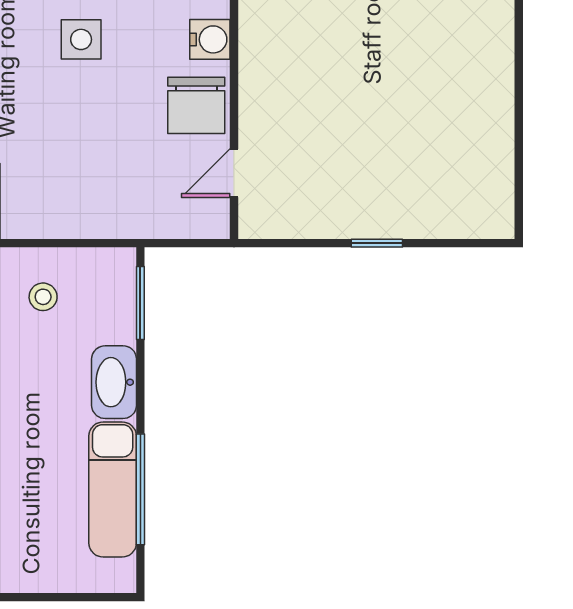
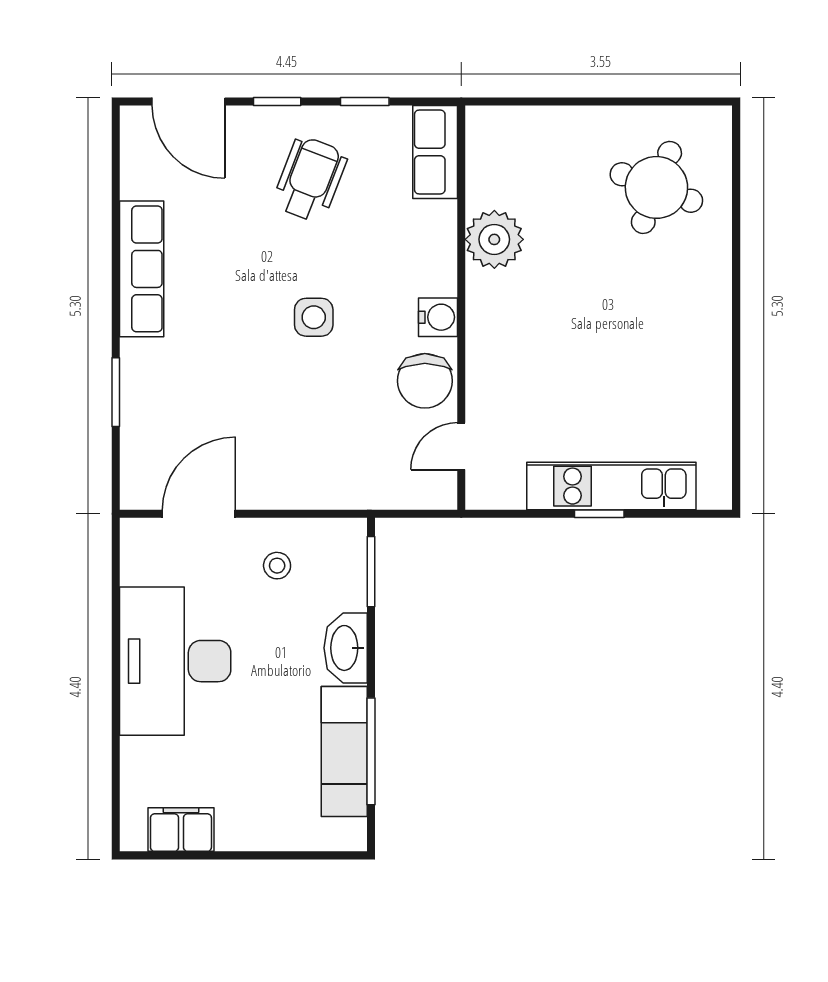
kitchen unit: (390, 214) -> (611, 486), added

